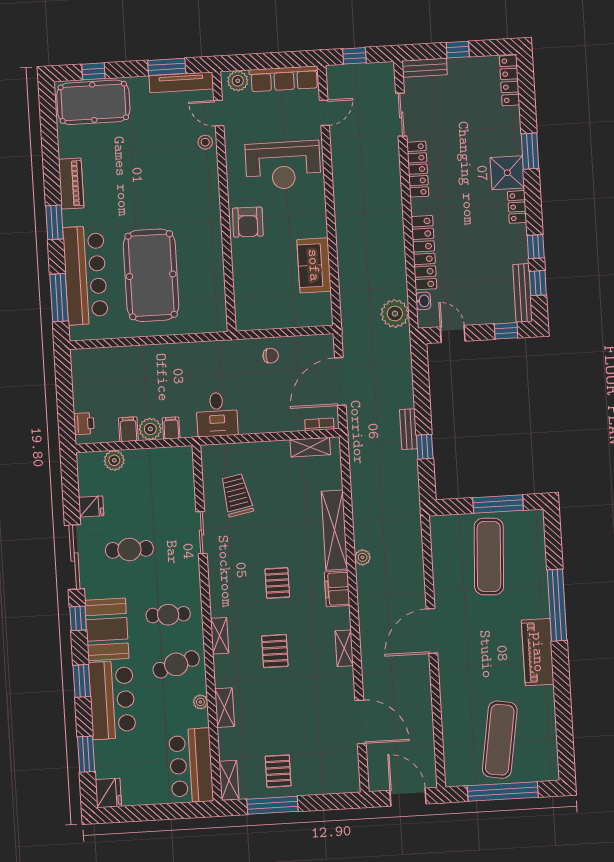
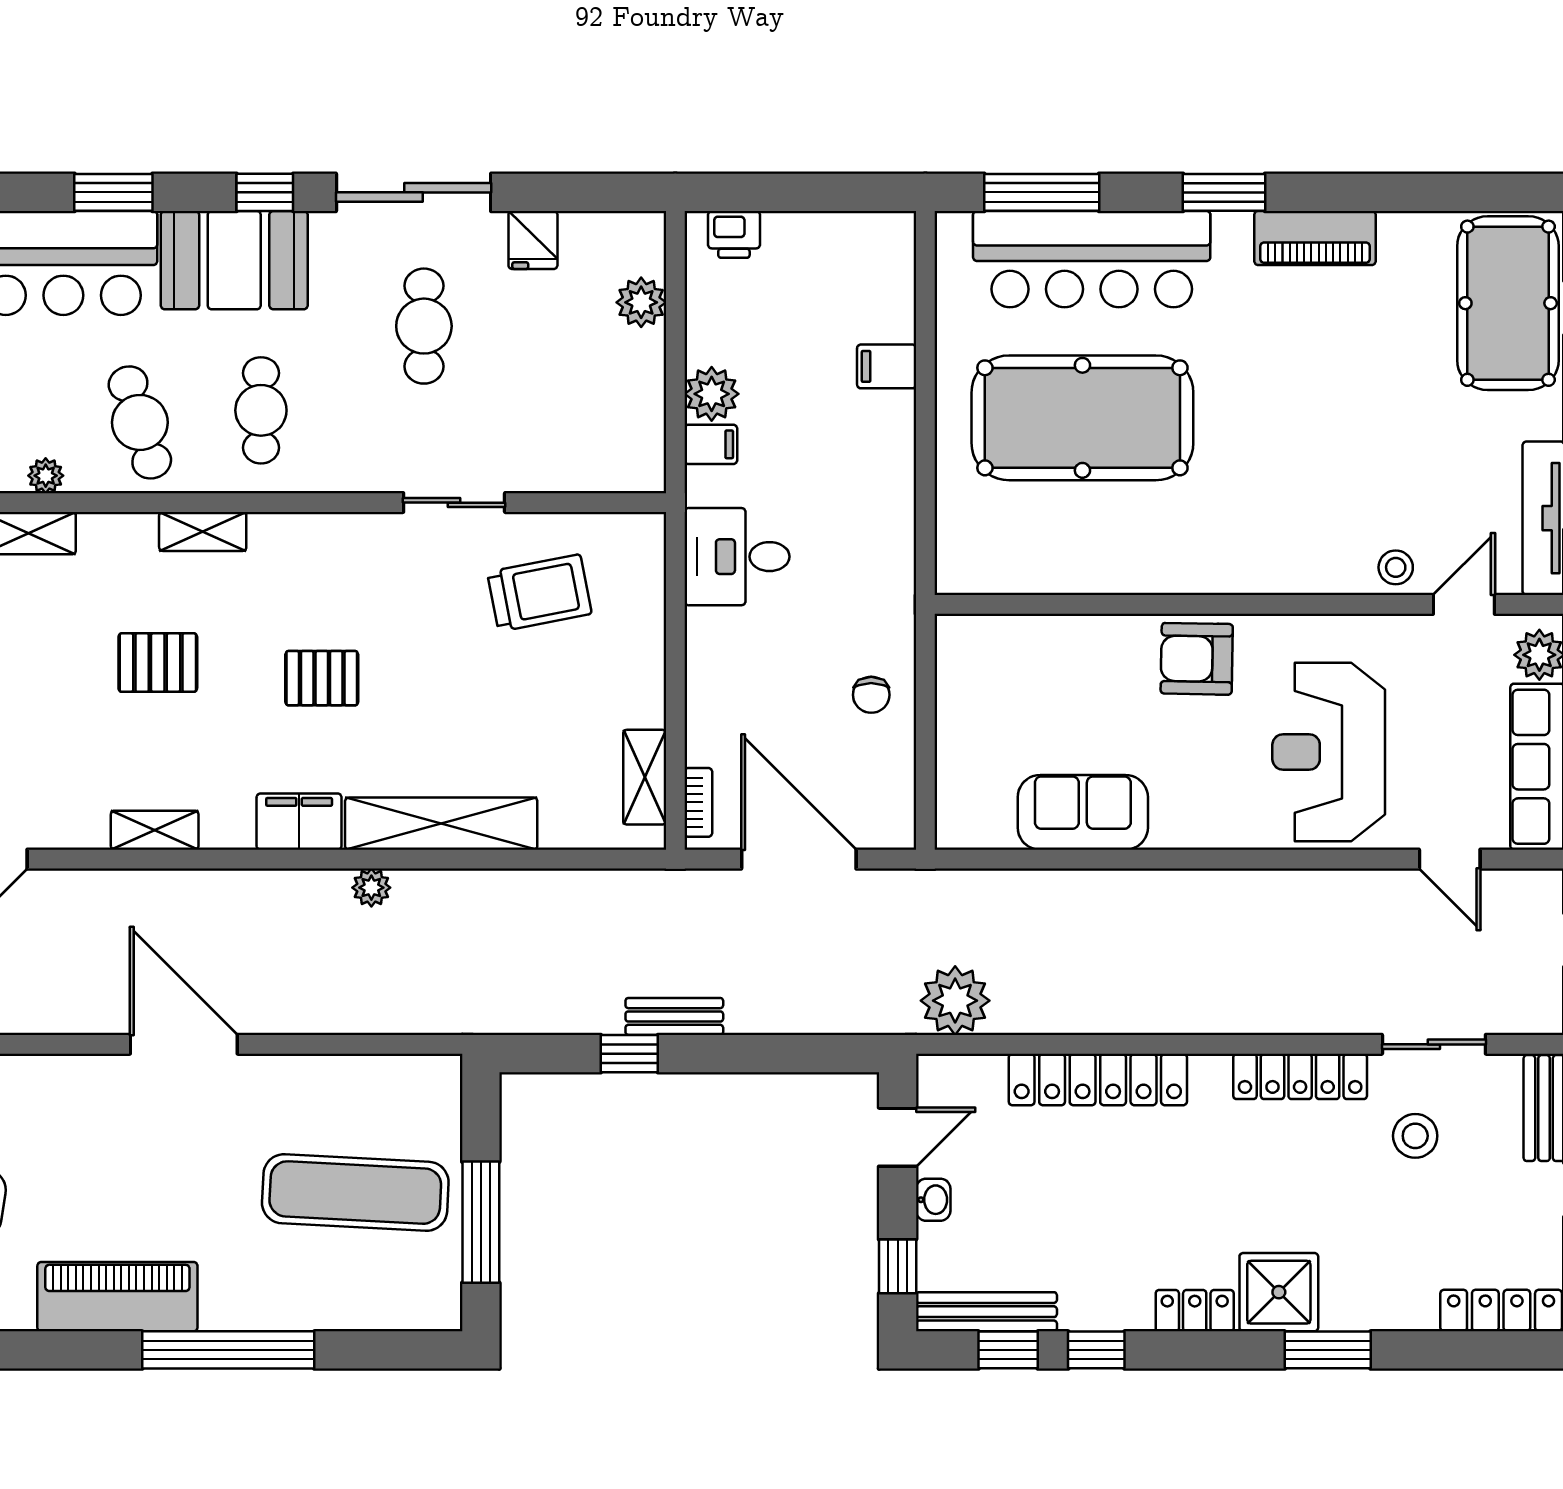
stool: (439, 120) -> (1415, 1136), added
washbasin: (423, 301) -> (933, 1200), moved, turned -90
filing cabinet: (128, 429) -> (887, 366), moved, turned 180

